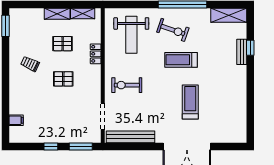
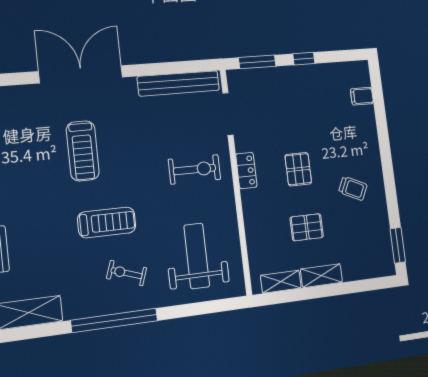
exercise bike: (173, 30) -> (127, 273), width x0.73, depth x0.72
locker: (96, 54) -> (246, 170), moved
pallet: (63, 79) -> (298, 169), turned 90

